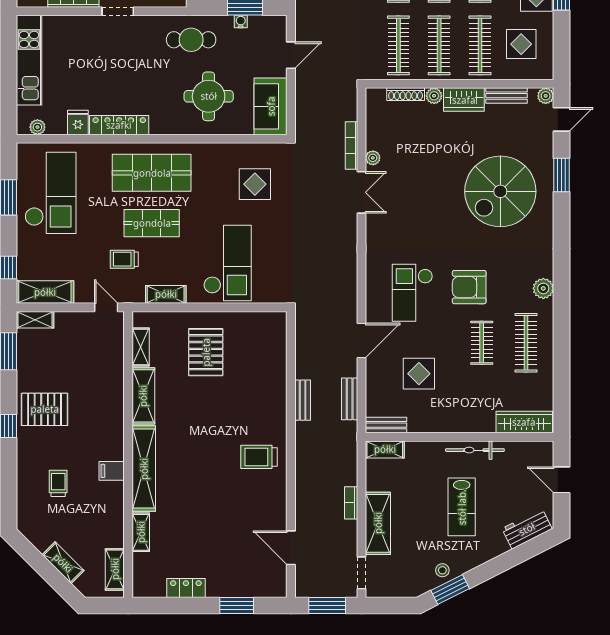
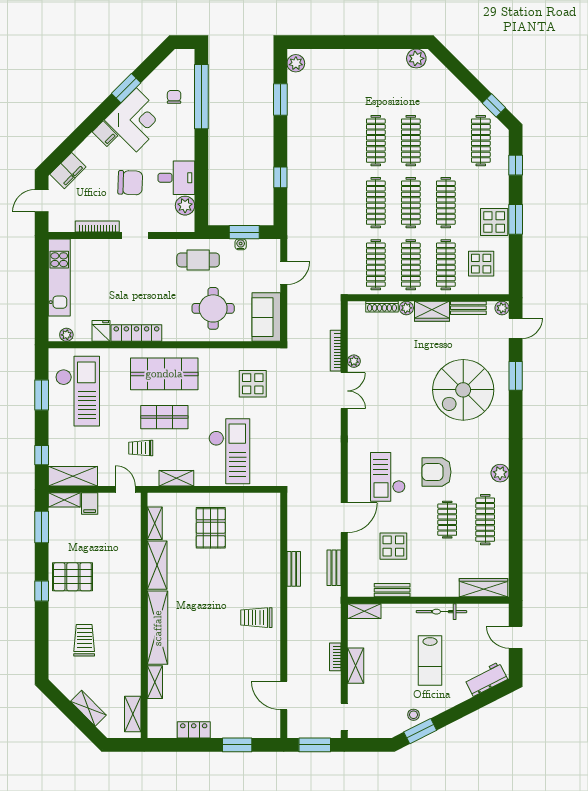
bench: (386, 425) -> (392, 590), moved
filing cabinet: (112, 471) -> (90, 504), moved, turned -90
trolley: (58, 483) -> (84, 640), width x1.36, depth x1.39
shelving: (378, 523) -> (356, 666), width x0.67, depth x0.75

